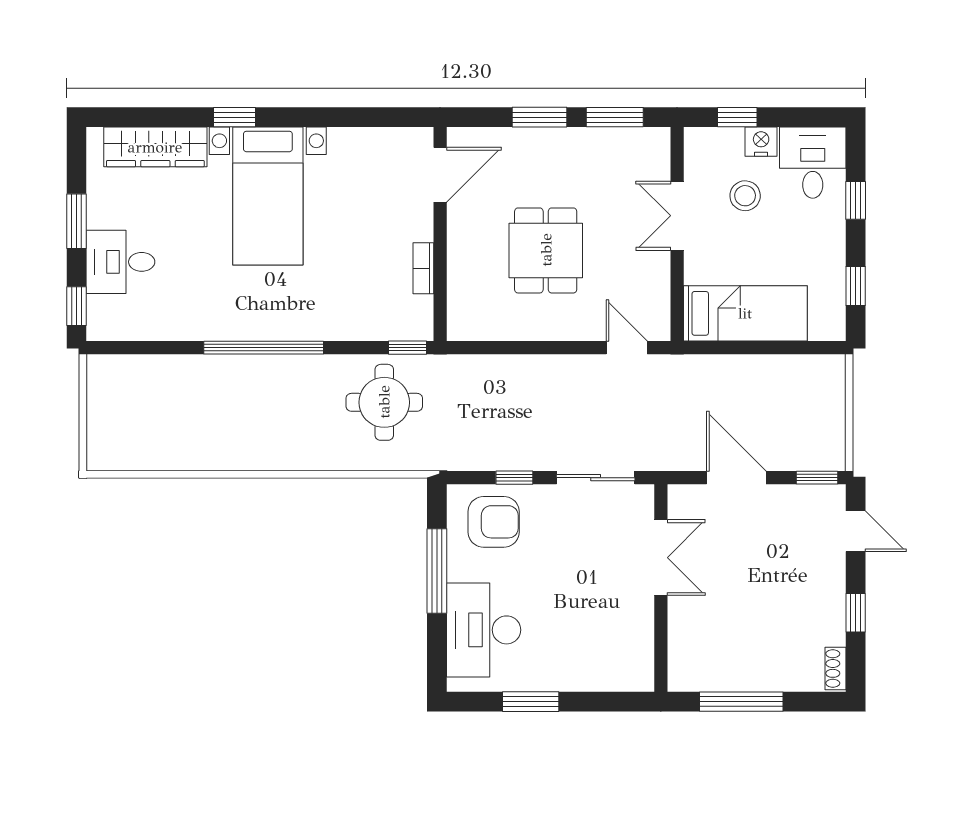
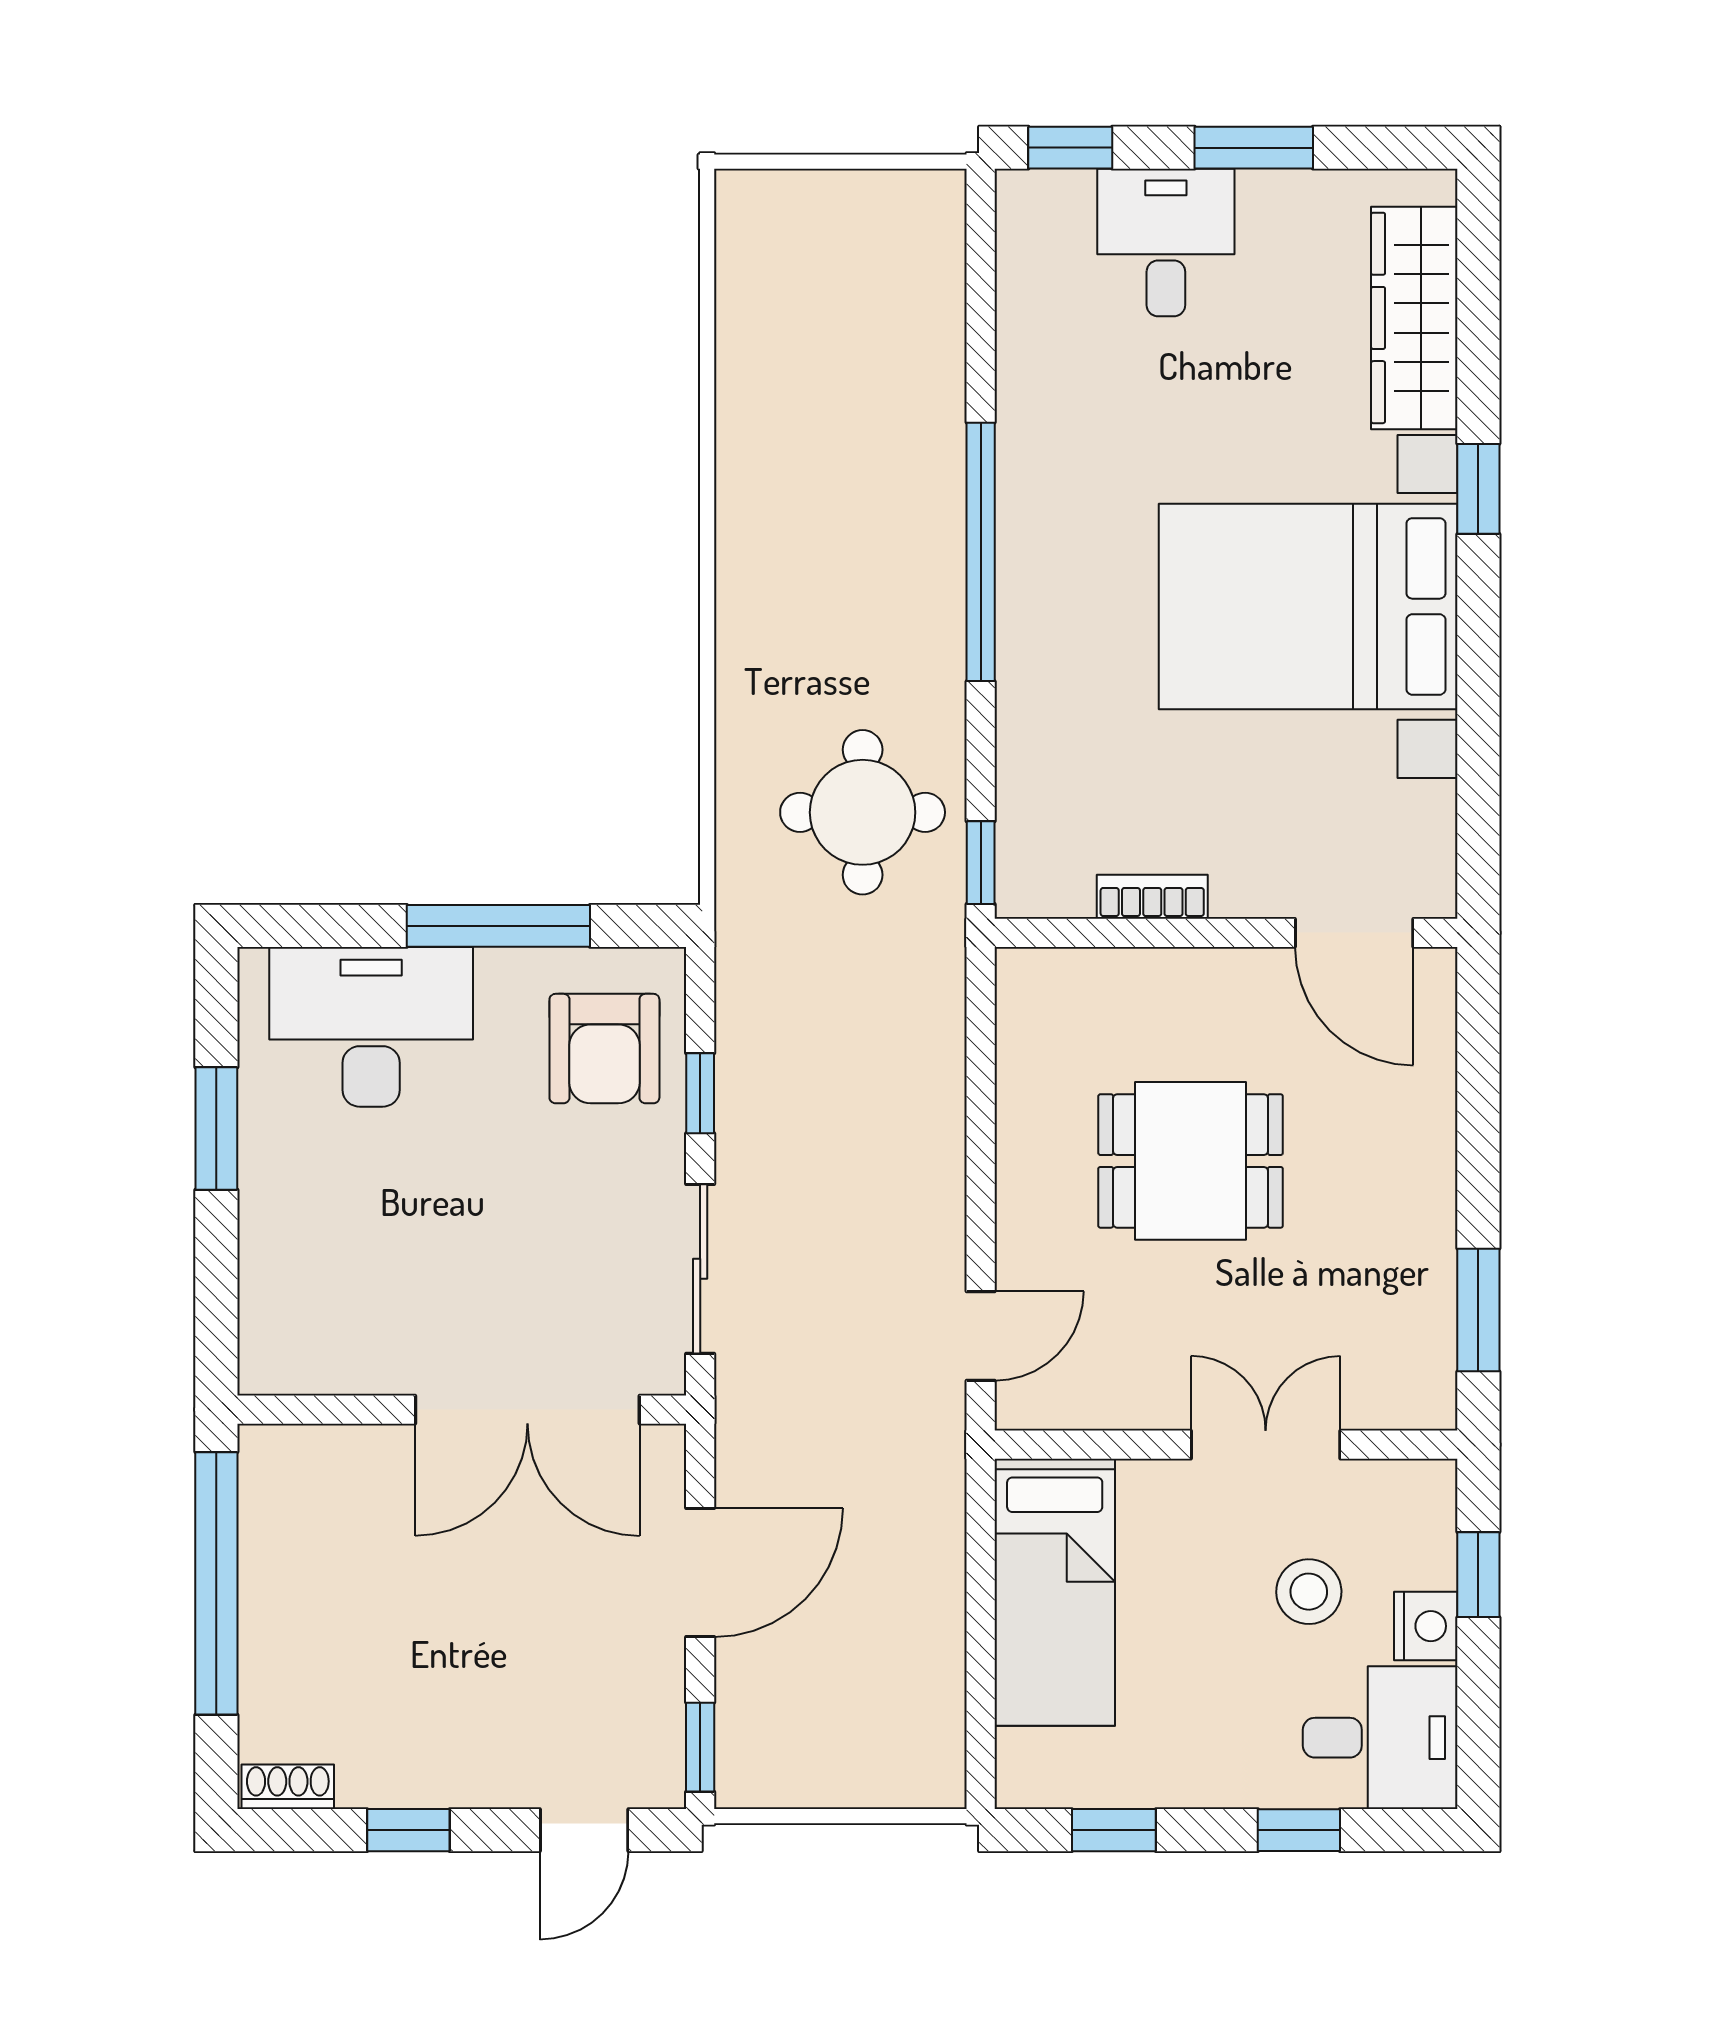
window: (539, 117) -> (1478, 1148), removed
bed with nightstands: (268, 196) -> (1308, 606), width x1.36
double door: (661, 558) -> (527, 1410), width x1.37
window: (741, 702) -> (216, 1583), width x1.46

